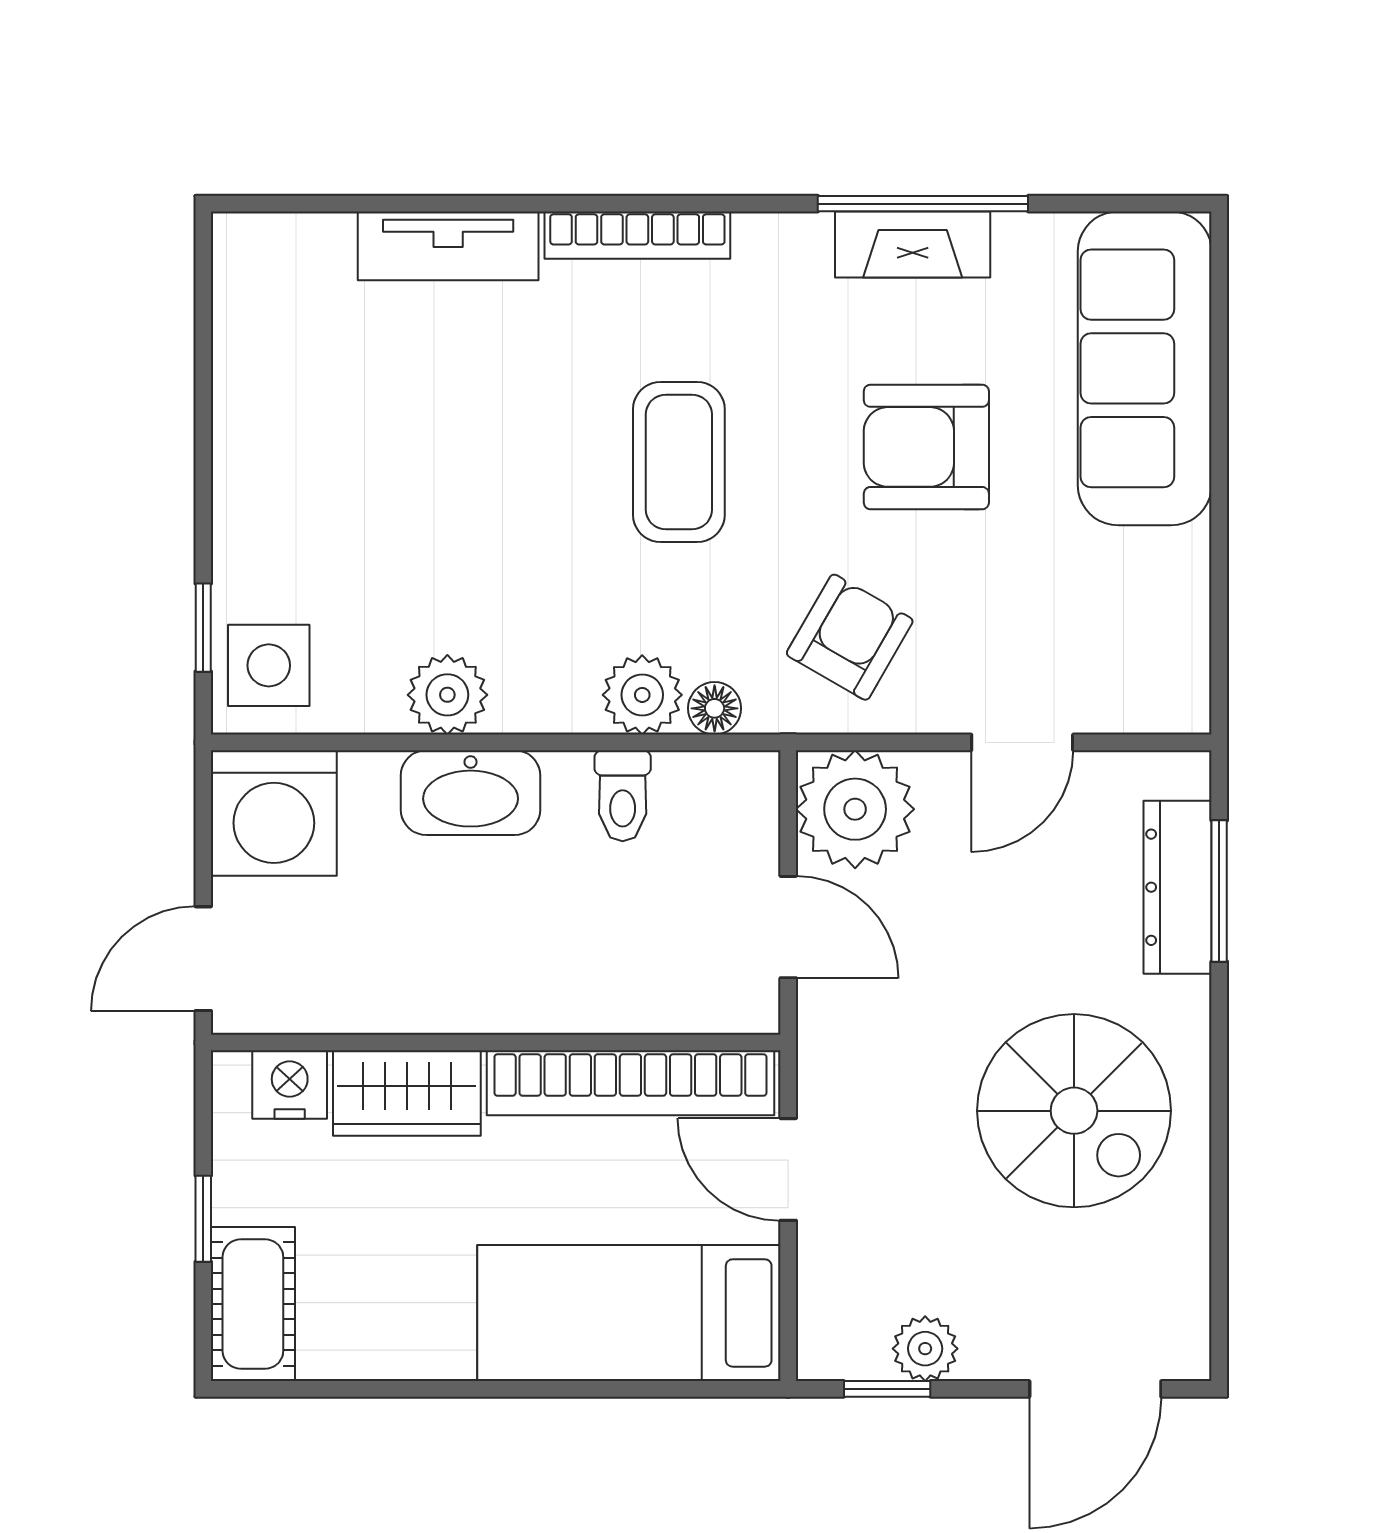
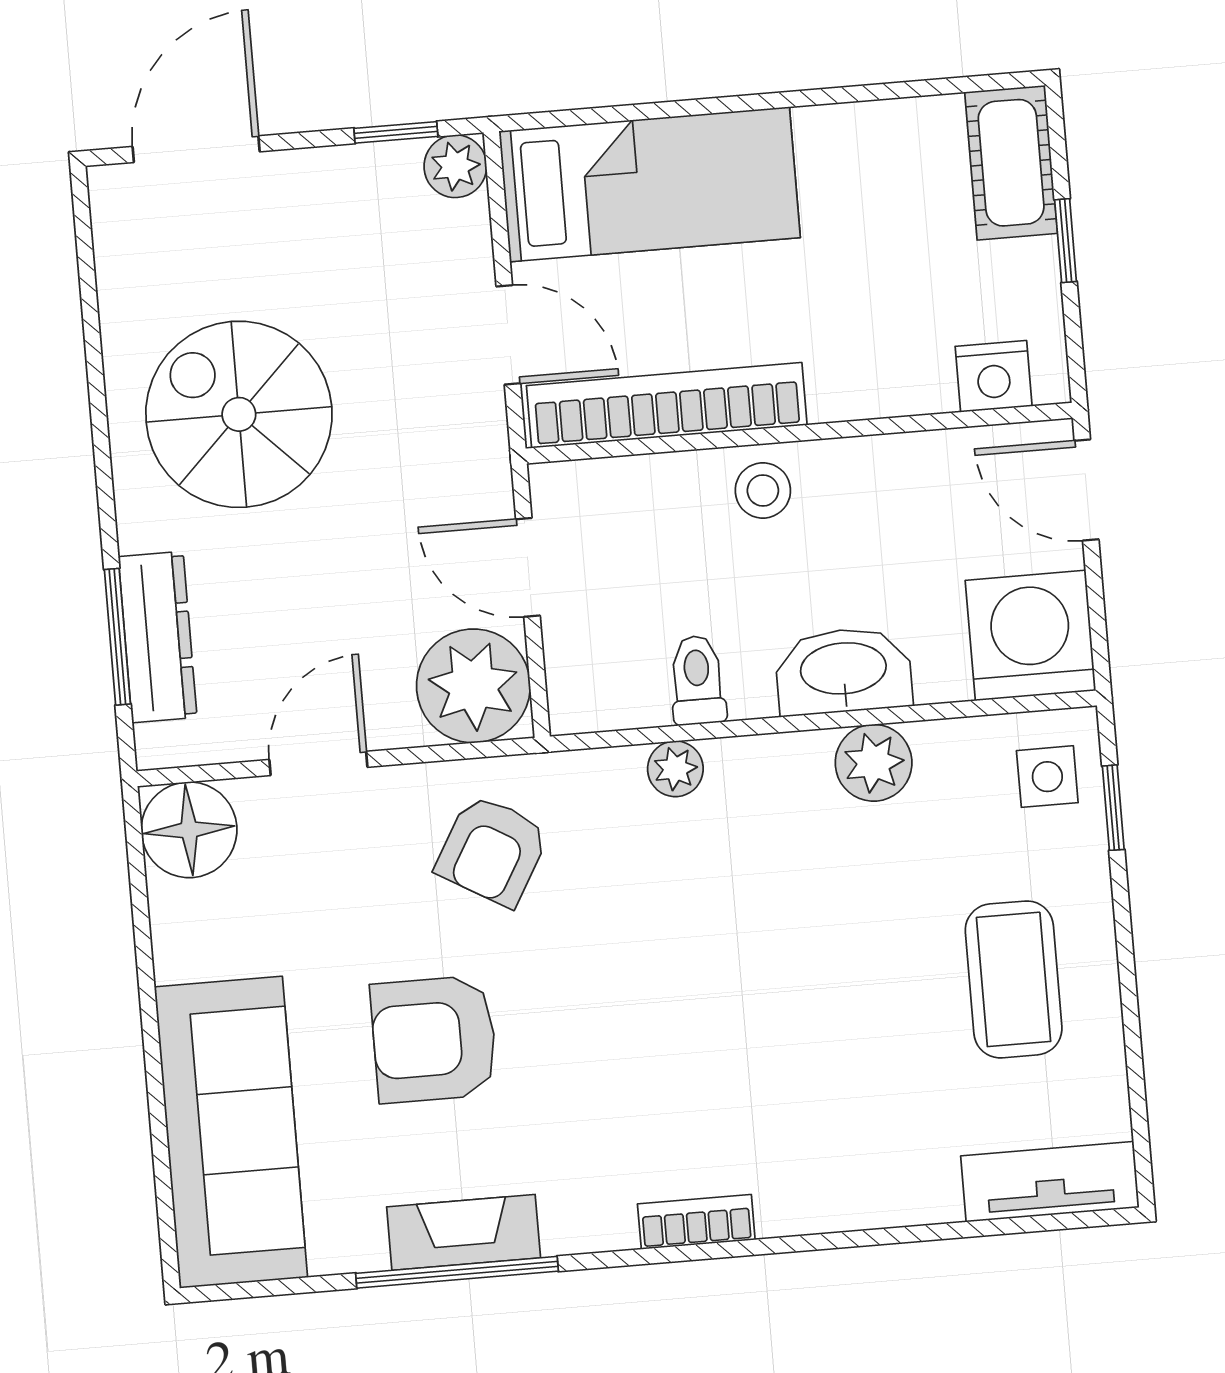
bookcase: (637, 235) -> (696, 1222), width x0.64
tv unit: (448, 246) -> (1050, 1182), moved
armchair: (926, 447) -> (434, 1039), turned 180
coffee table: (679, 462) -> (1014, 979), moved
side table: (269, 665) -> (1047, 777), width x0.73, depth x0.73
plant: (642, 695) -> (675, 769), width x0.73, depth x0.73
floor lamp: (715, 708) -> (189, 830), moved, width x1.89, depth x1.89
door: (203, 959) -> (1087, 490), swing flipped
stool: (538, 986) -> (763, 490), added
wardrobe: (407, 1093) -> (880, 378), removed
plant: (925, 1349) -> (455, 166), moved

